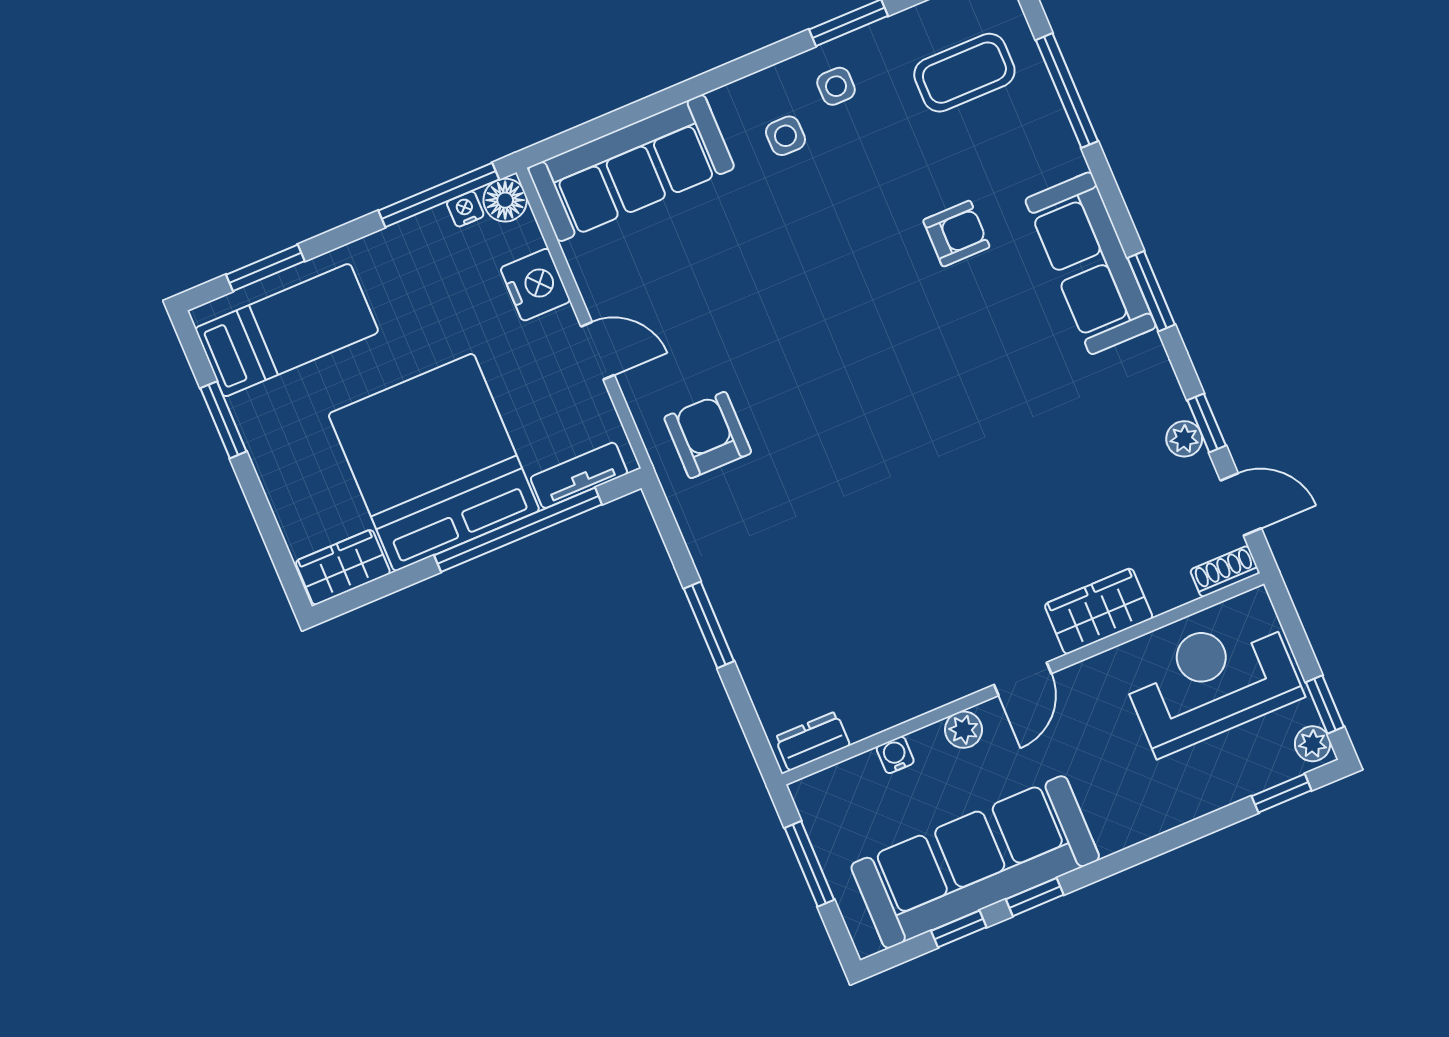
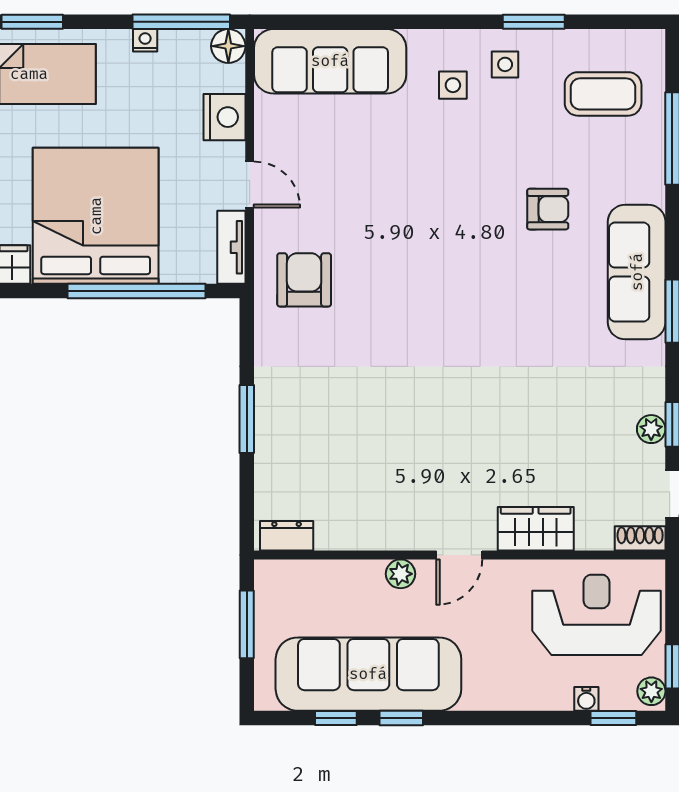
nightstand: (465, 209) -> (145, 40), moved
tv unit: (579, 475) -> (231, 247), moved, turned -90
water cooler: (895, 755) -> (586, 699), moved, turned 180

